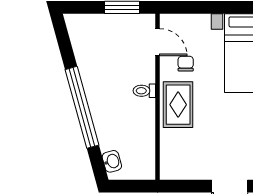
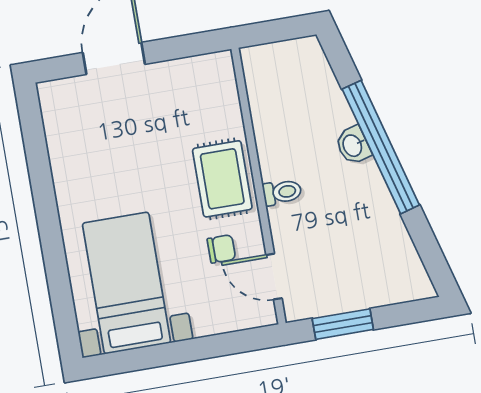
chair: (186, 64) -> (221, 249), turned -90
washbasin: (112, 161) -> (353, 145), moved

